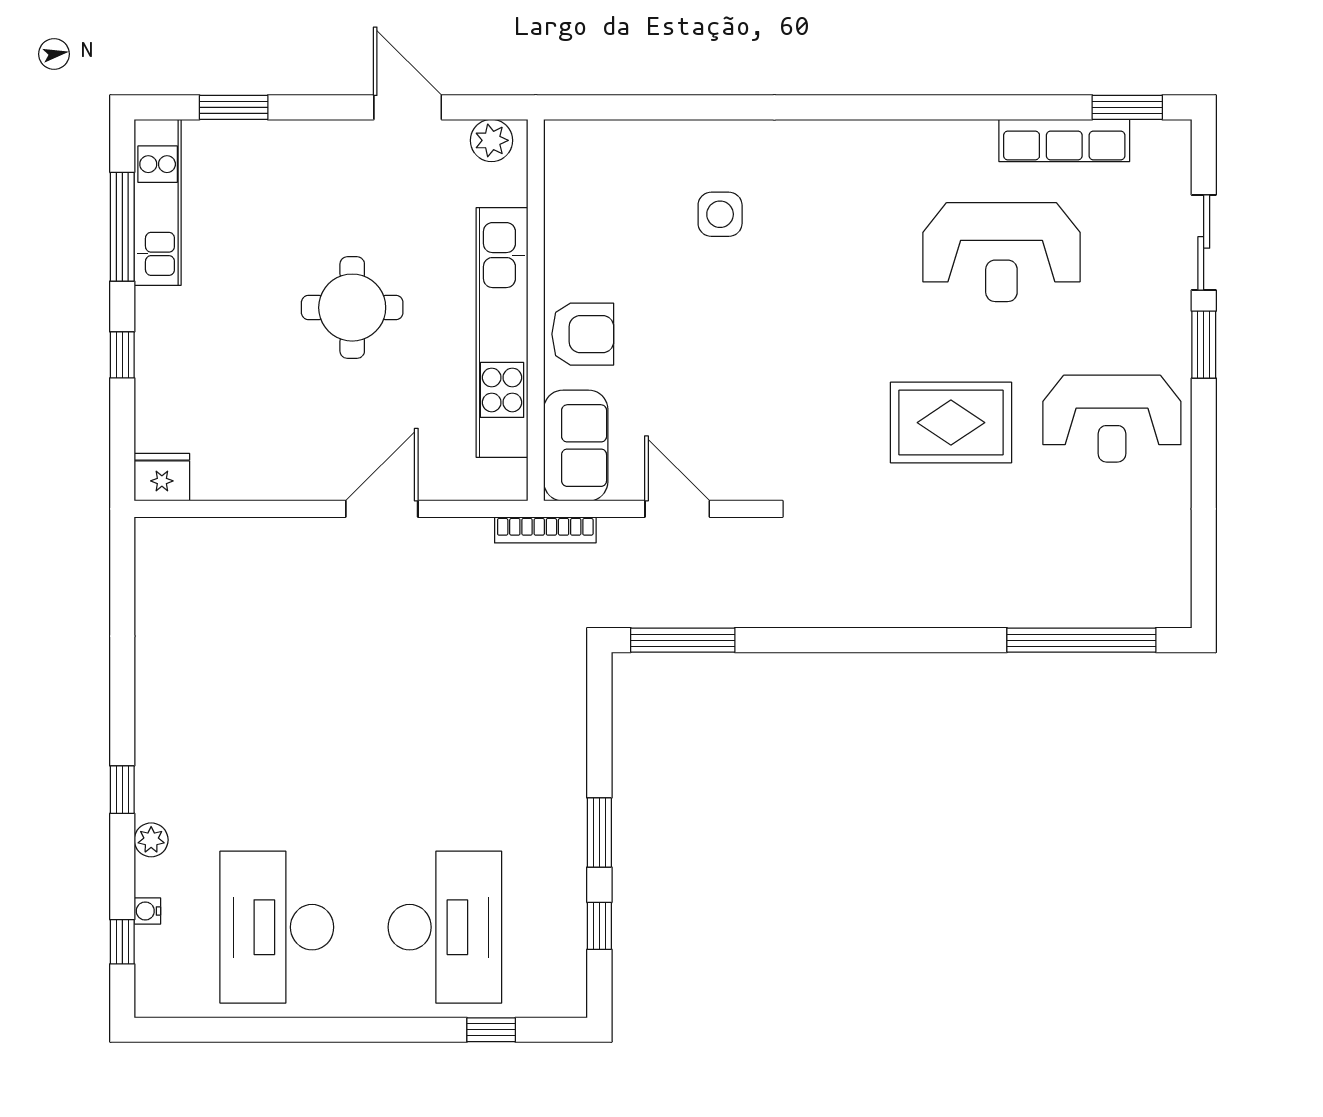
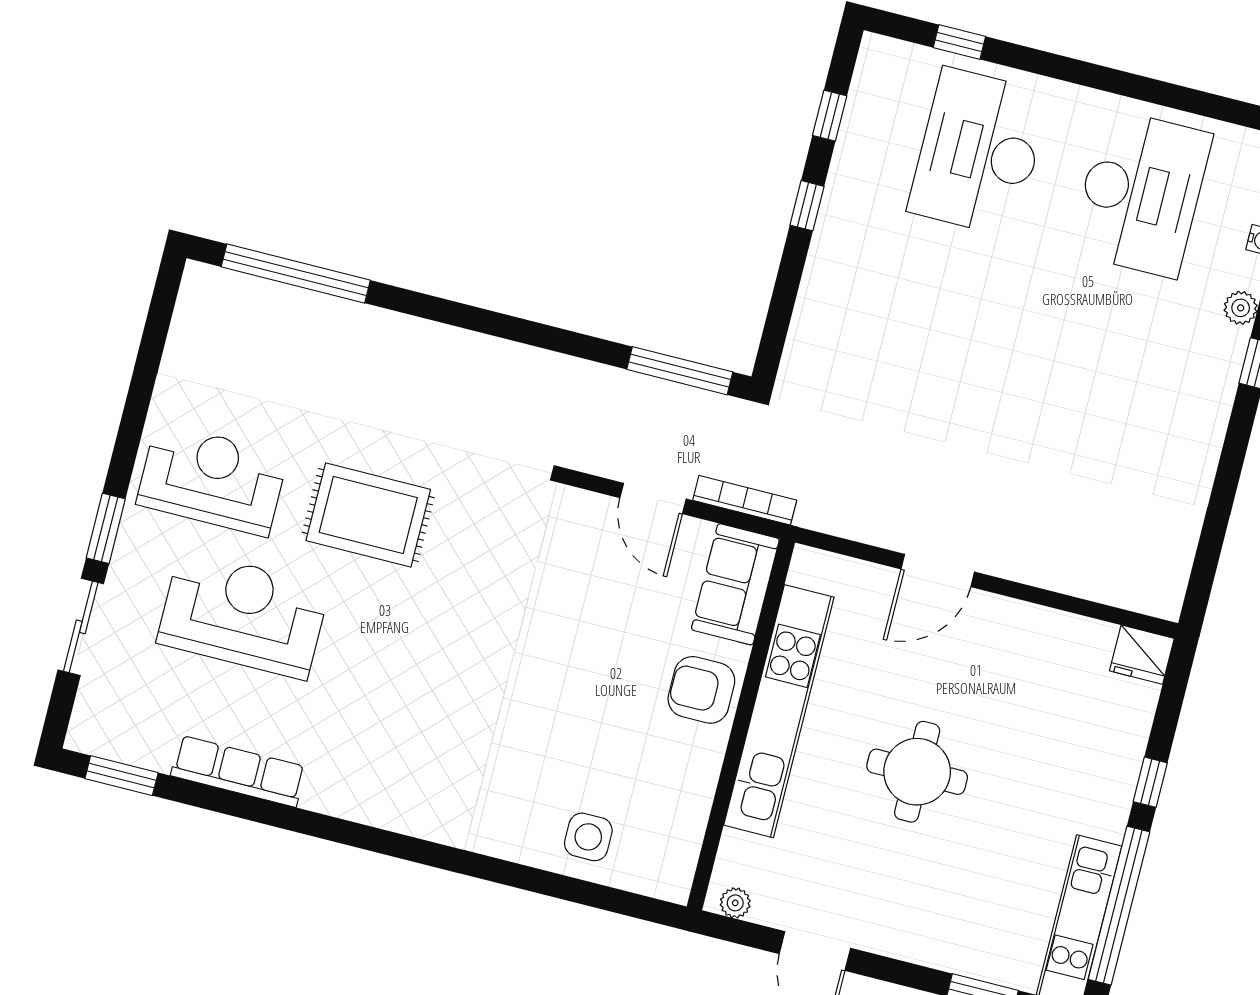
plant: (491, 140) -> (735, 903), width x0.73, depth x0.73
row of seats: (1064, 140) -> (238, 771), moved
side table: (720, 214) -> (588, 837), moved
window: (122, 227) -> (1119, 906), width x1.46
reception desk: (1001, 252) -> (243, 615), moved
bookcase: (545, 530) -> (745, 500), moved
window: (599, 833) -> (807, 206), width x0.67

